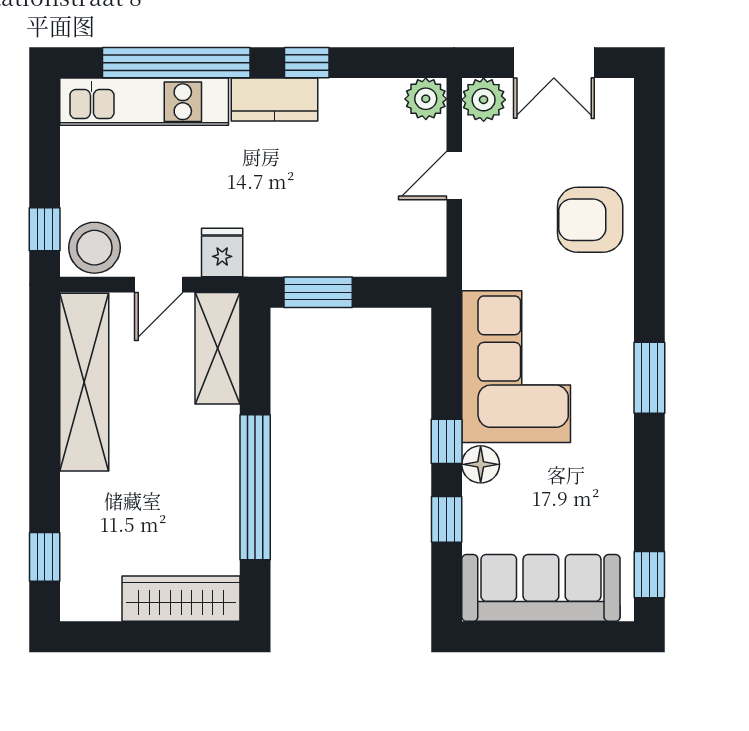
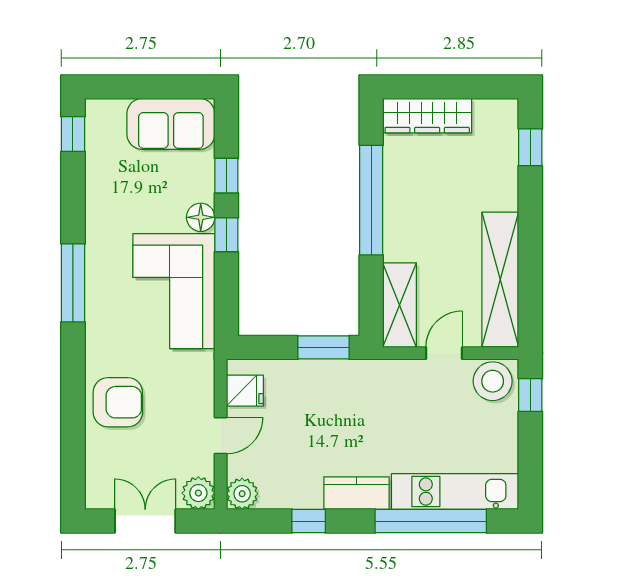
window: (307, 63) -> (309, 521), moved
fridge: (222, 253) -> (245, 391), moved, turned -90
window: (649, 378) -> (73, 283), width x1.44
sofa: (541, 588) -> (171, 124), width x0.73

